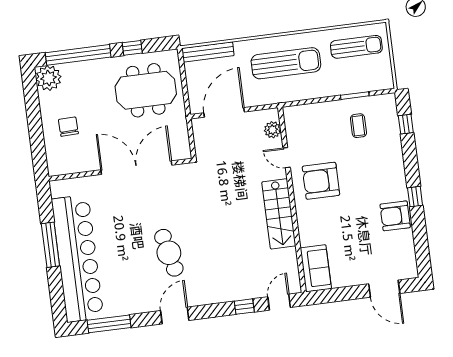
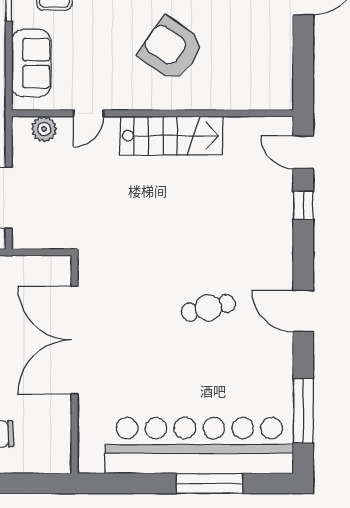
armchair: (321, 181) -> (171, 49), moved, turned 125
window: (50, 245) -> (210, 483), moved
cafe table: (169, 253) -> (208, 308), width x0.73, depth x0.74
sofa: (316, 268) -> (31, 63), moved, turned 90

